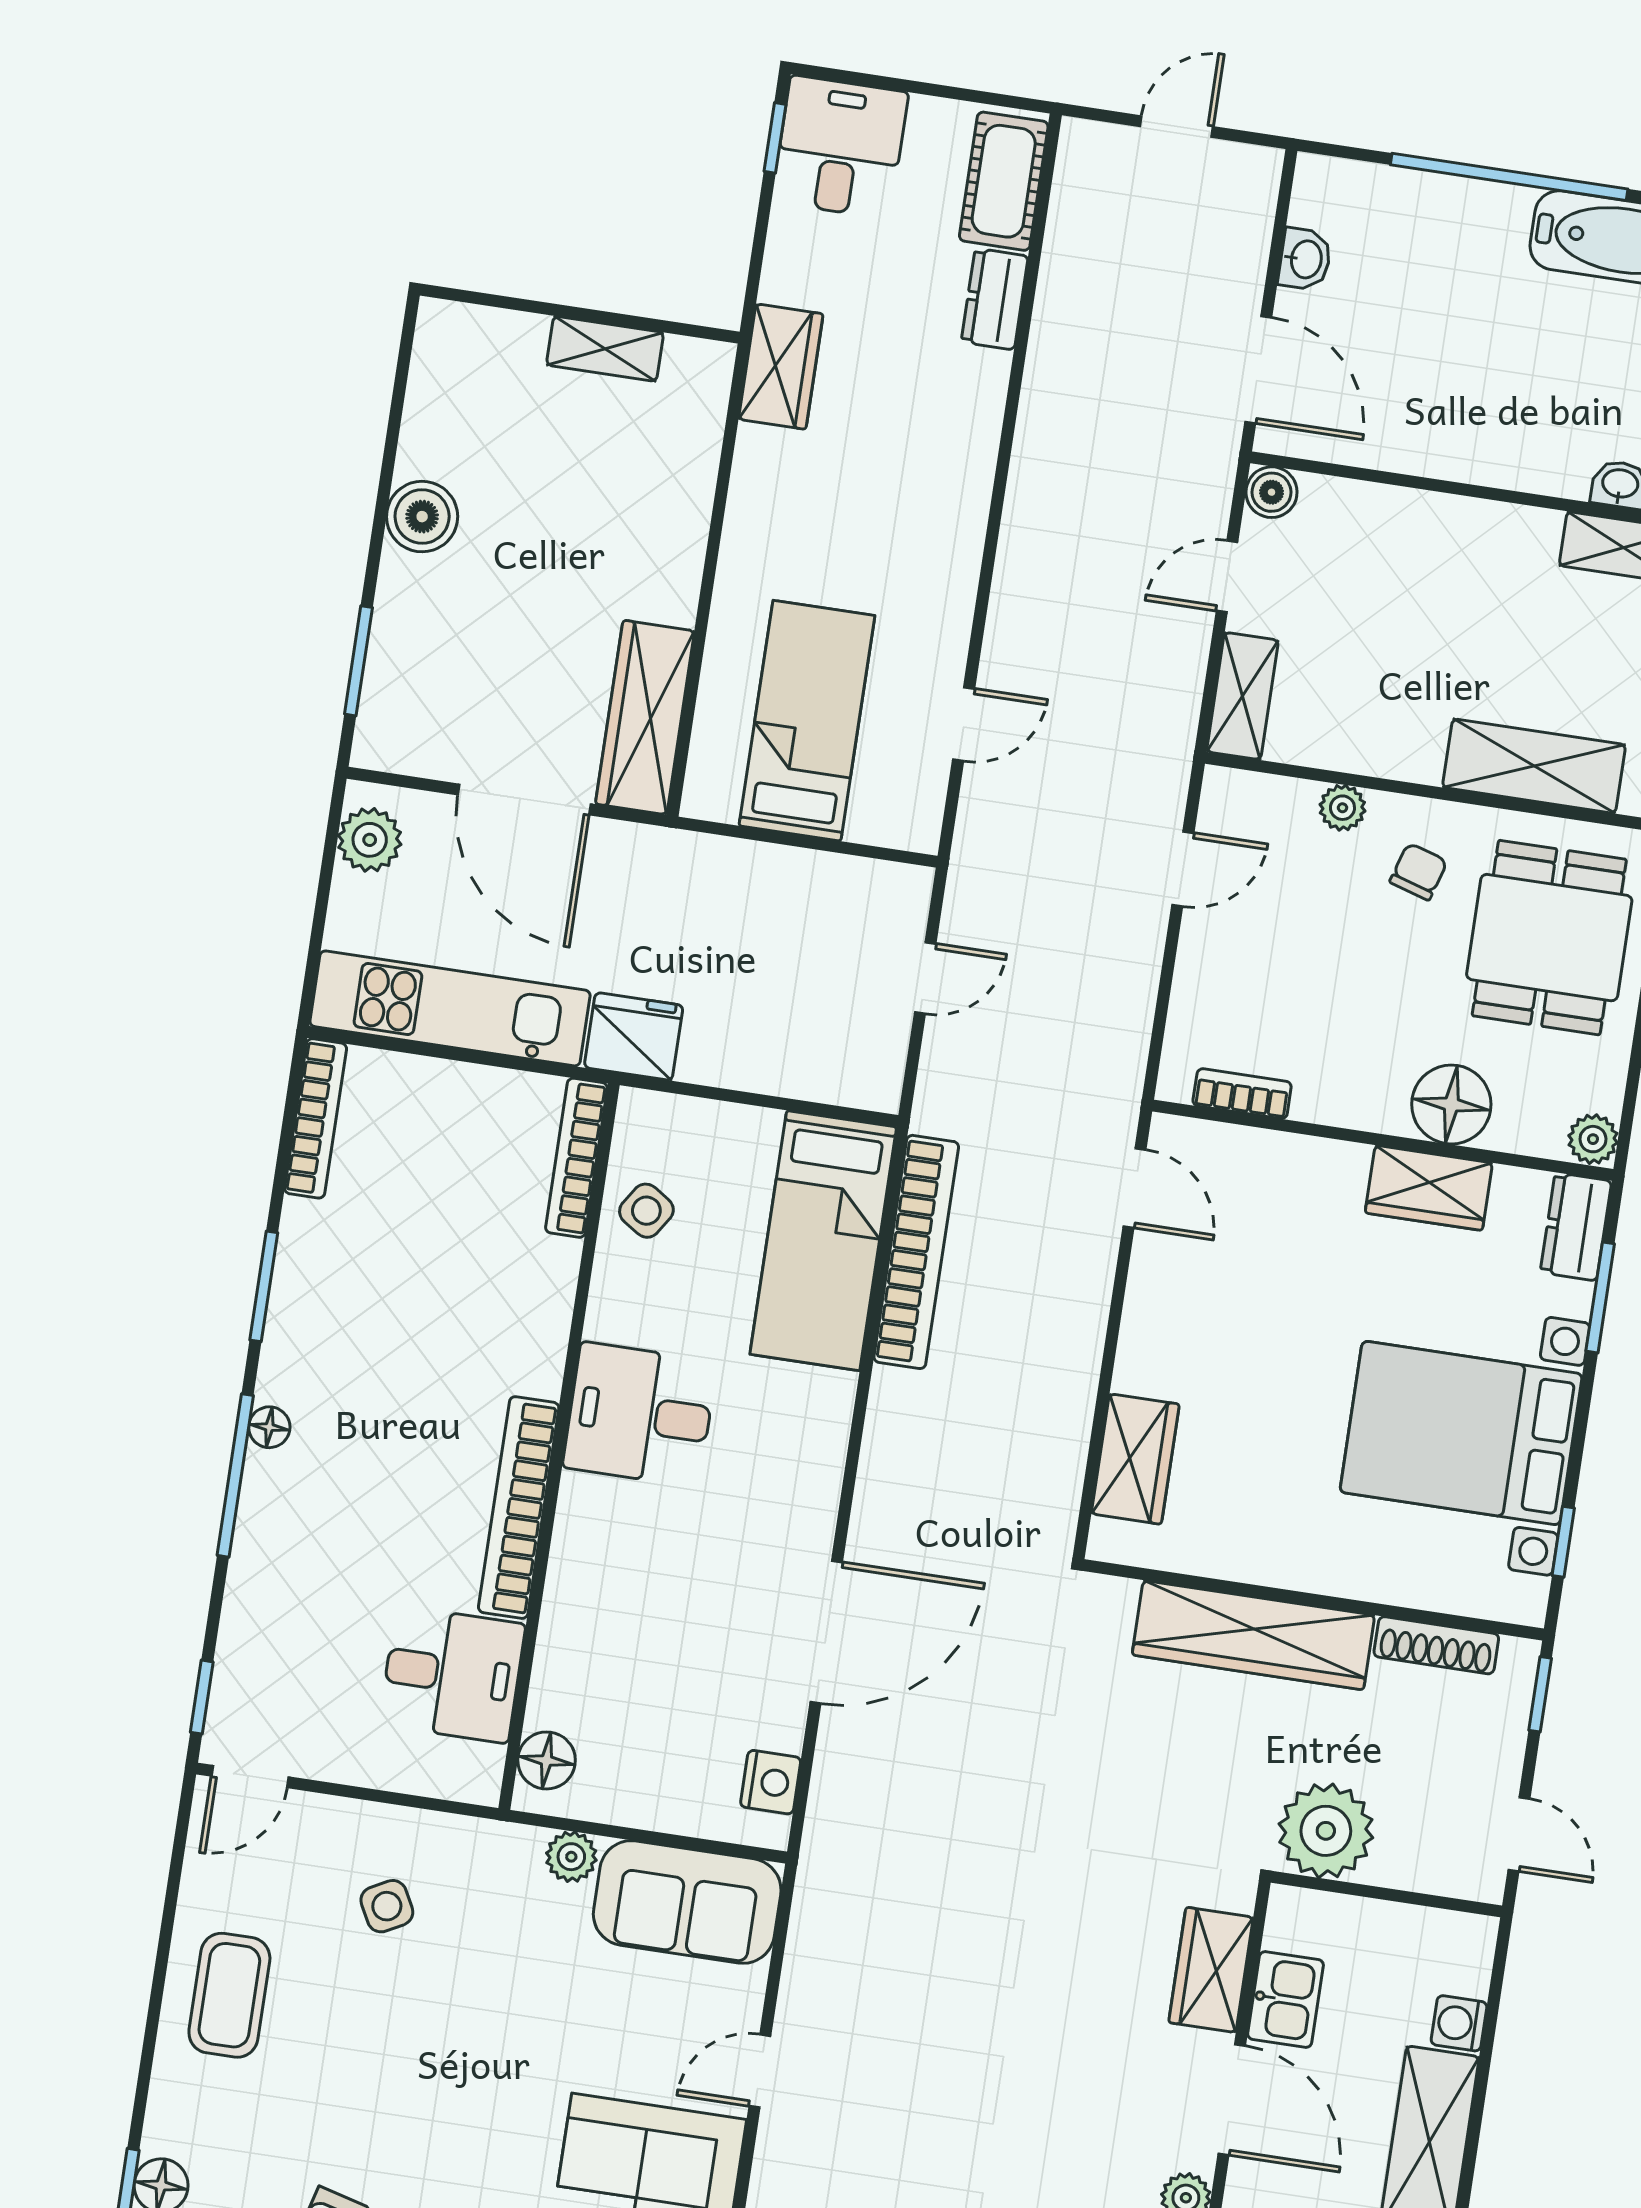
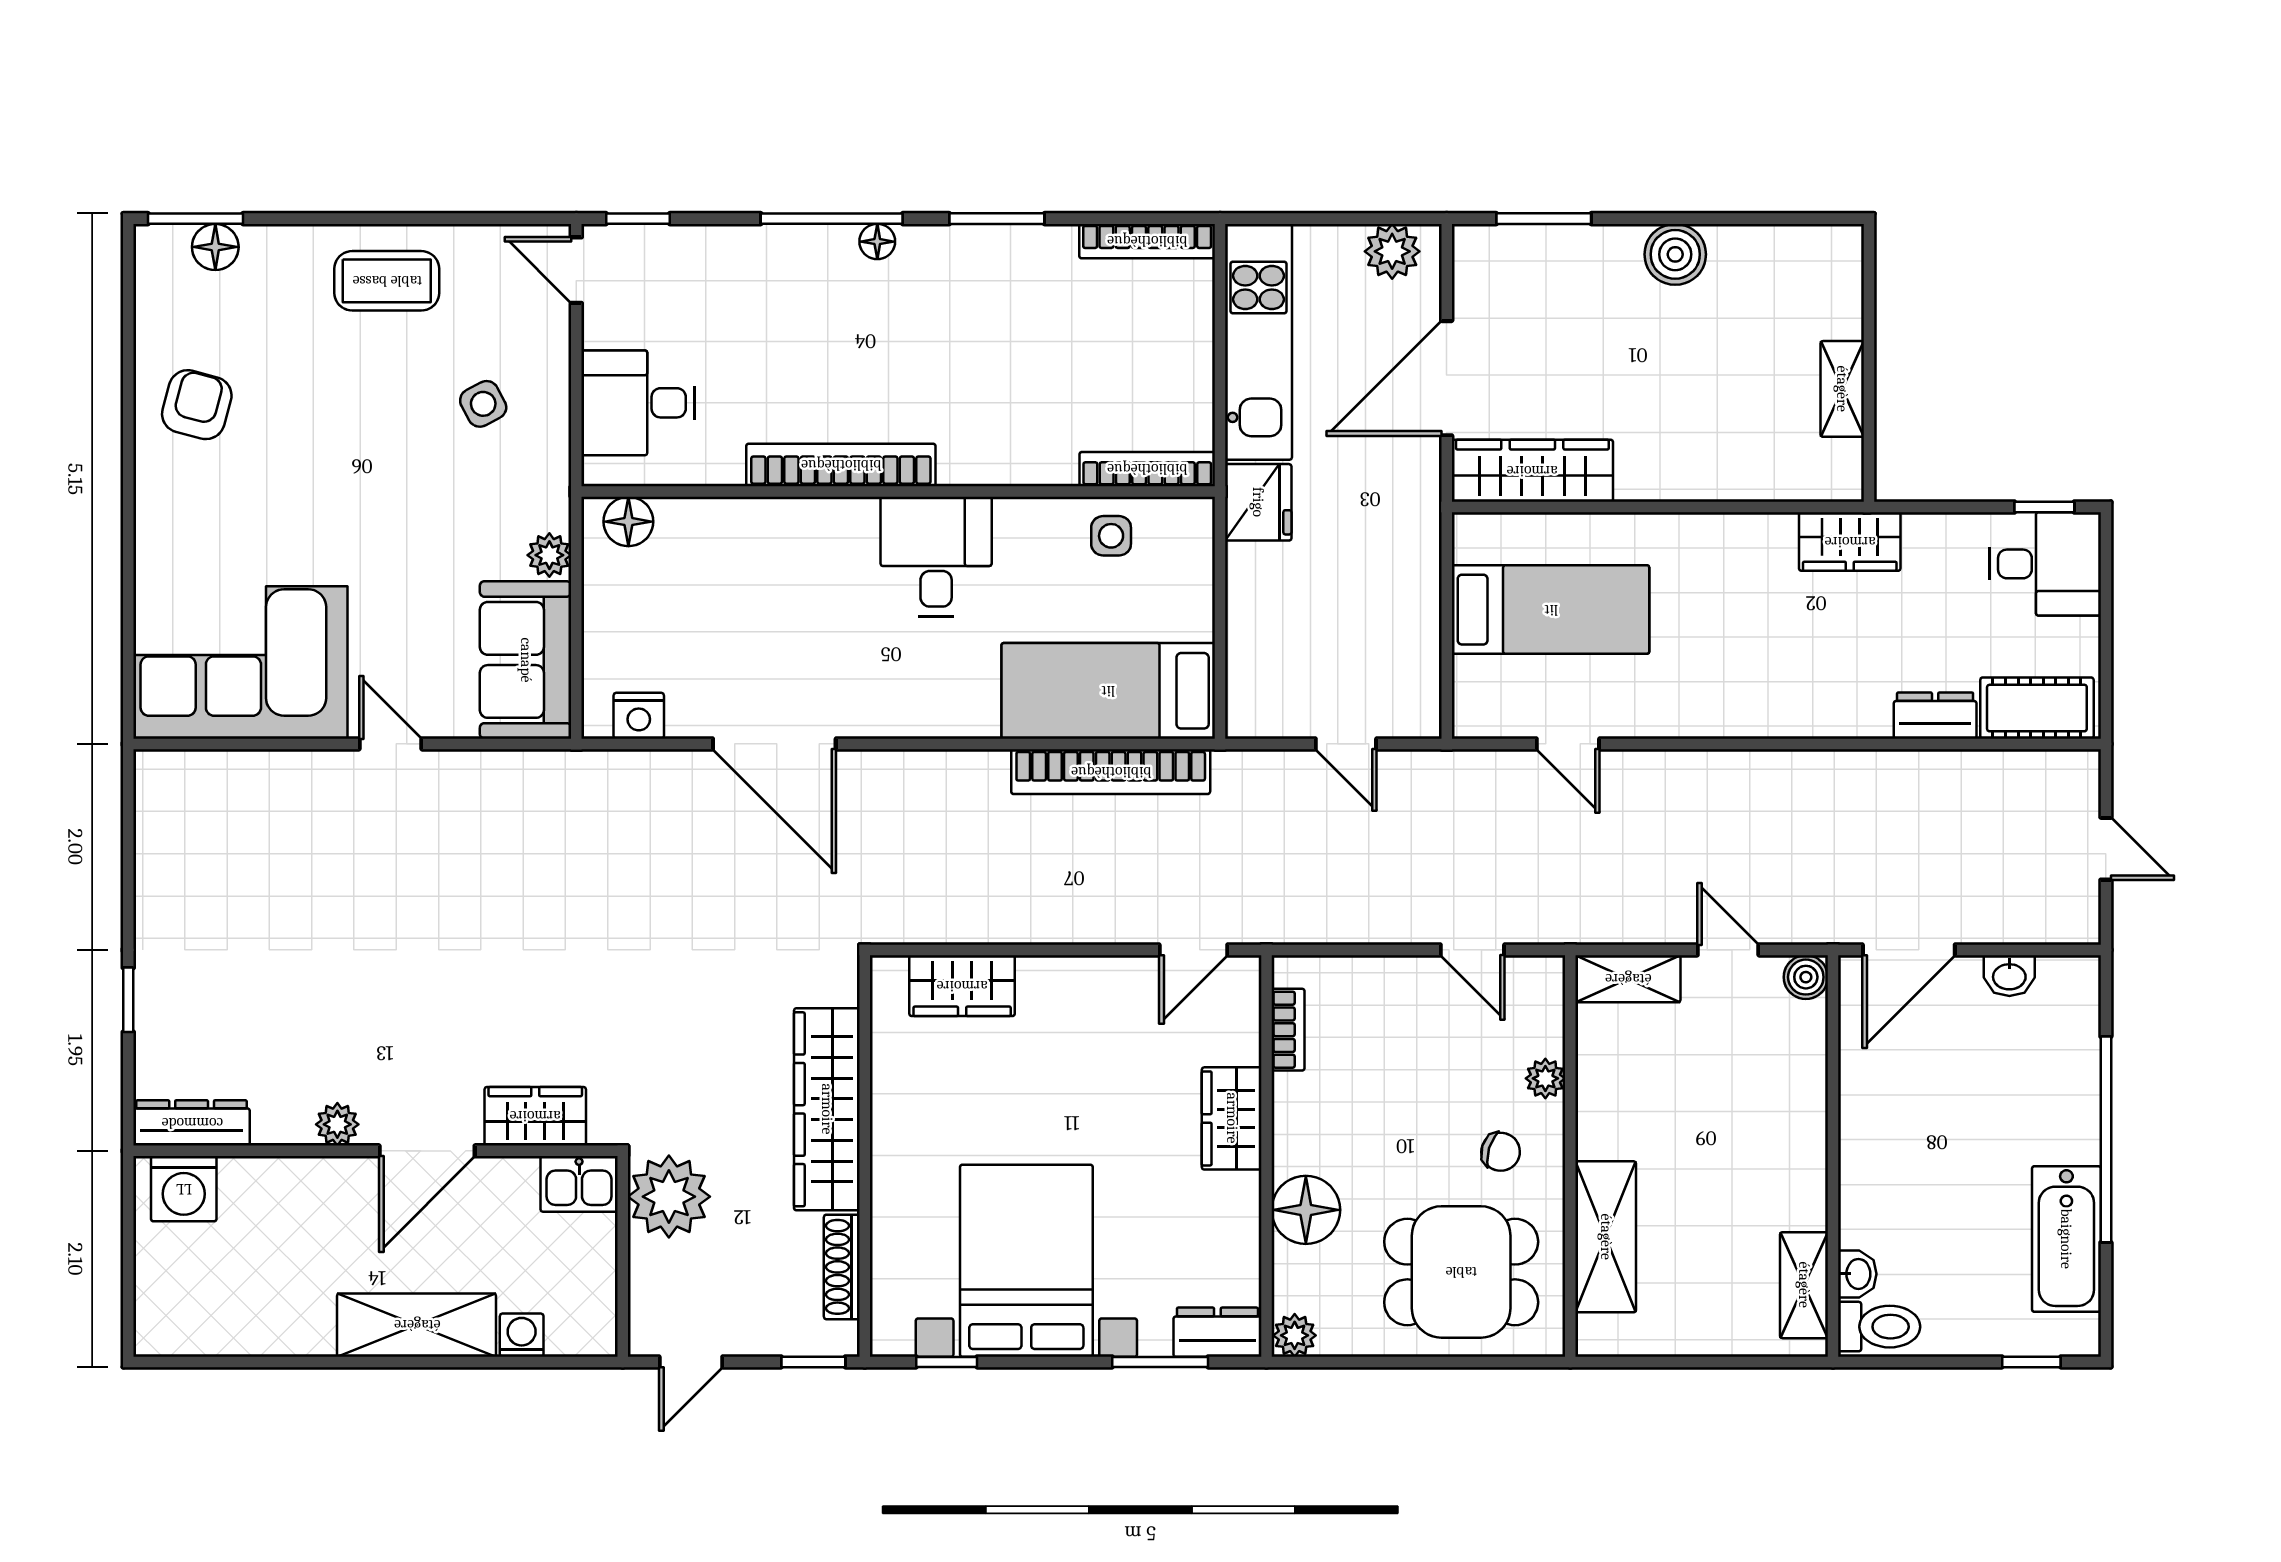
wardrobe: (1429, 1188) -> (1232, 1118), moved
side table: (646, 1211) -> (1111, 536), turned -33
desk: (452, 1674) -> (638, 403), moved, turned 90
kitchen sink: (1286, 2000) -> (579, 1184), moved

